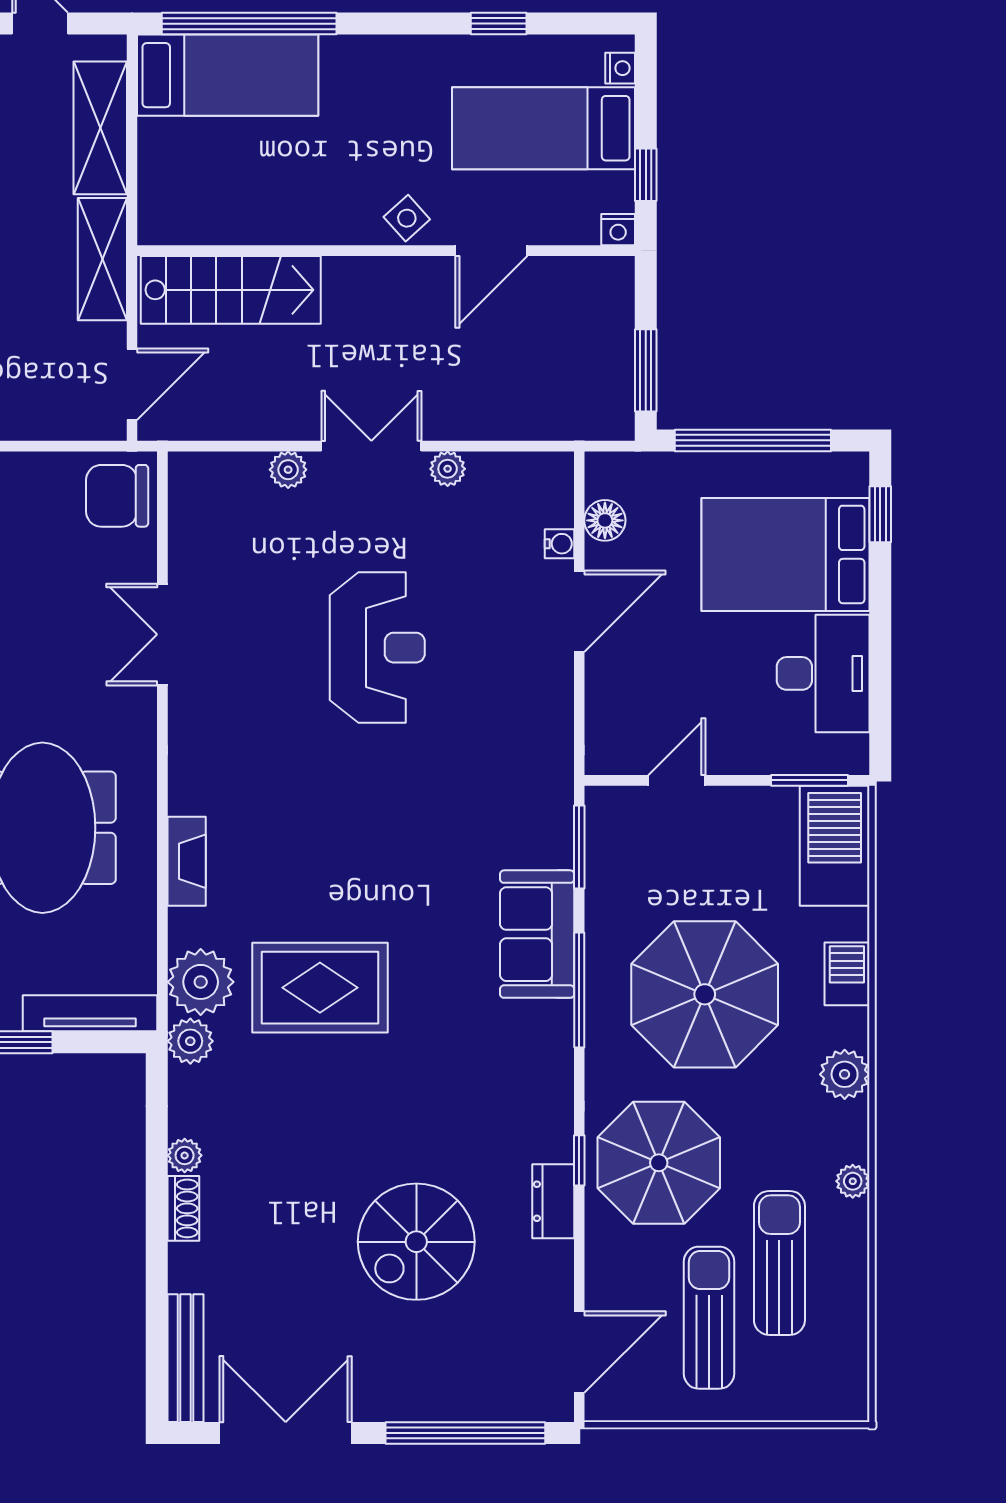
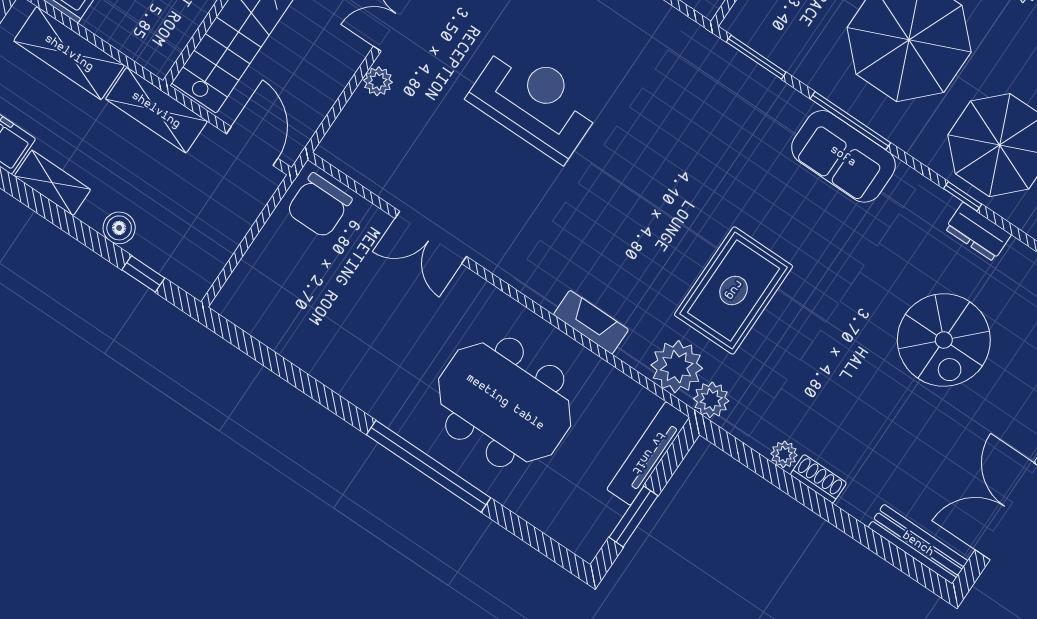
sofa: (537, 934) -> (843, 156), moved

